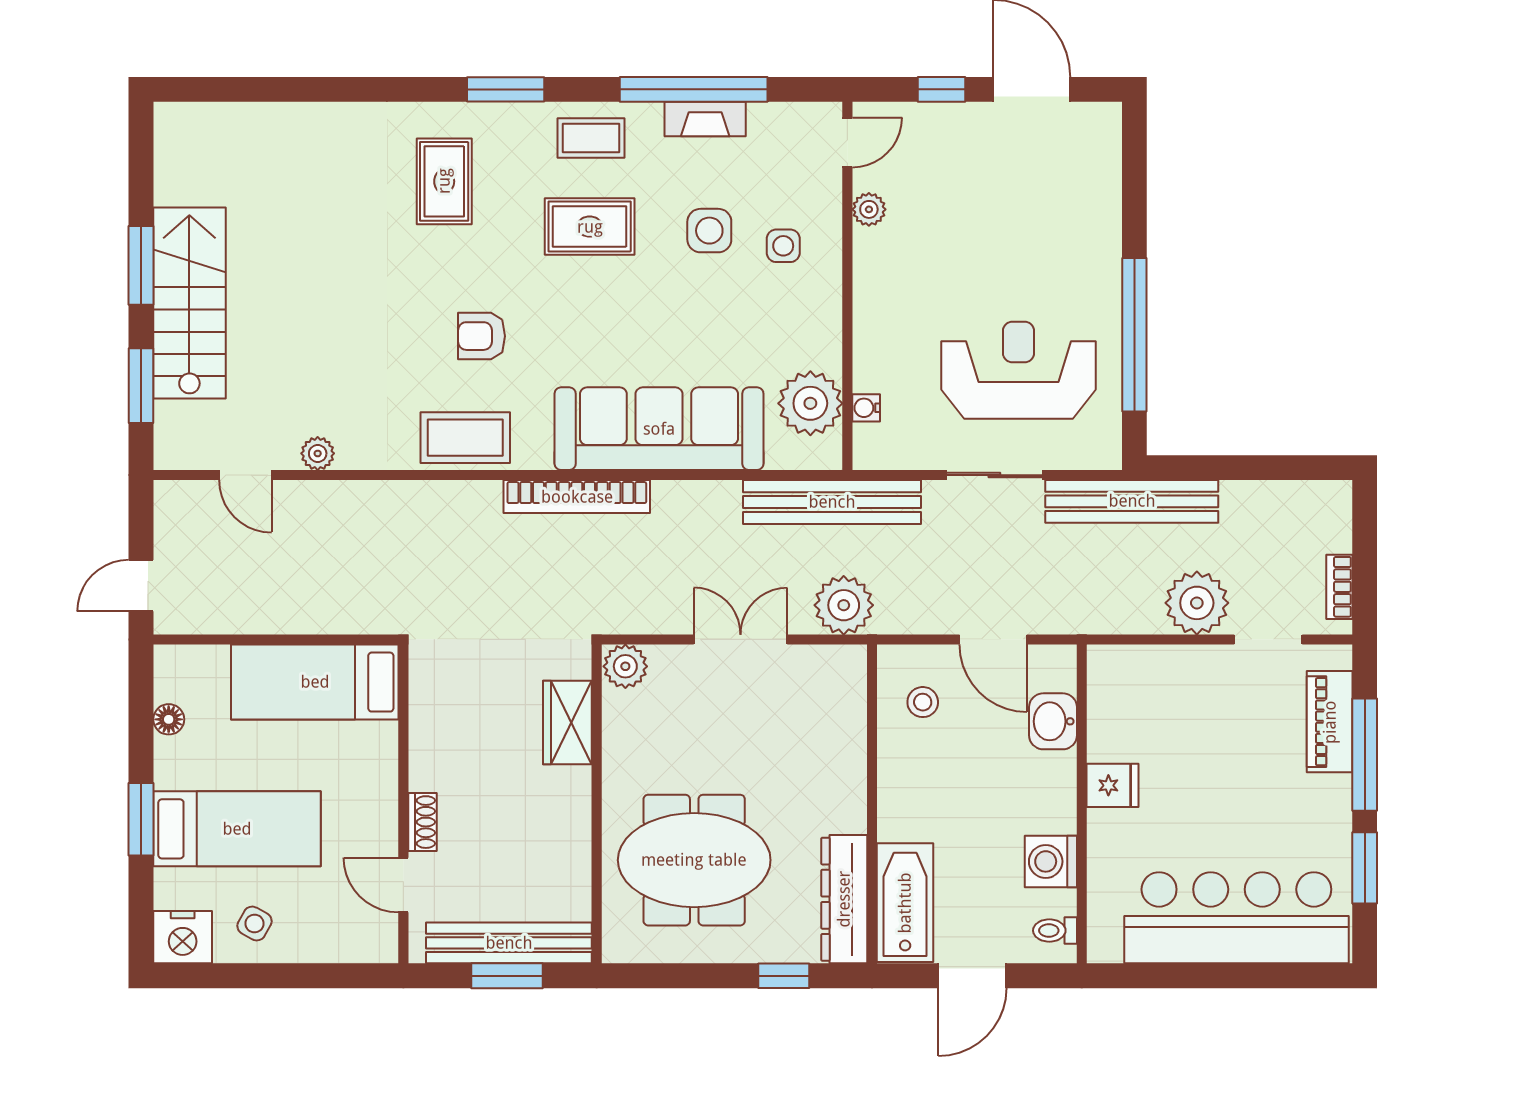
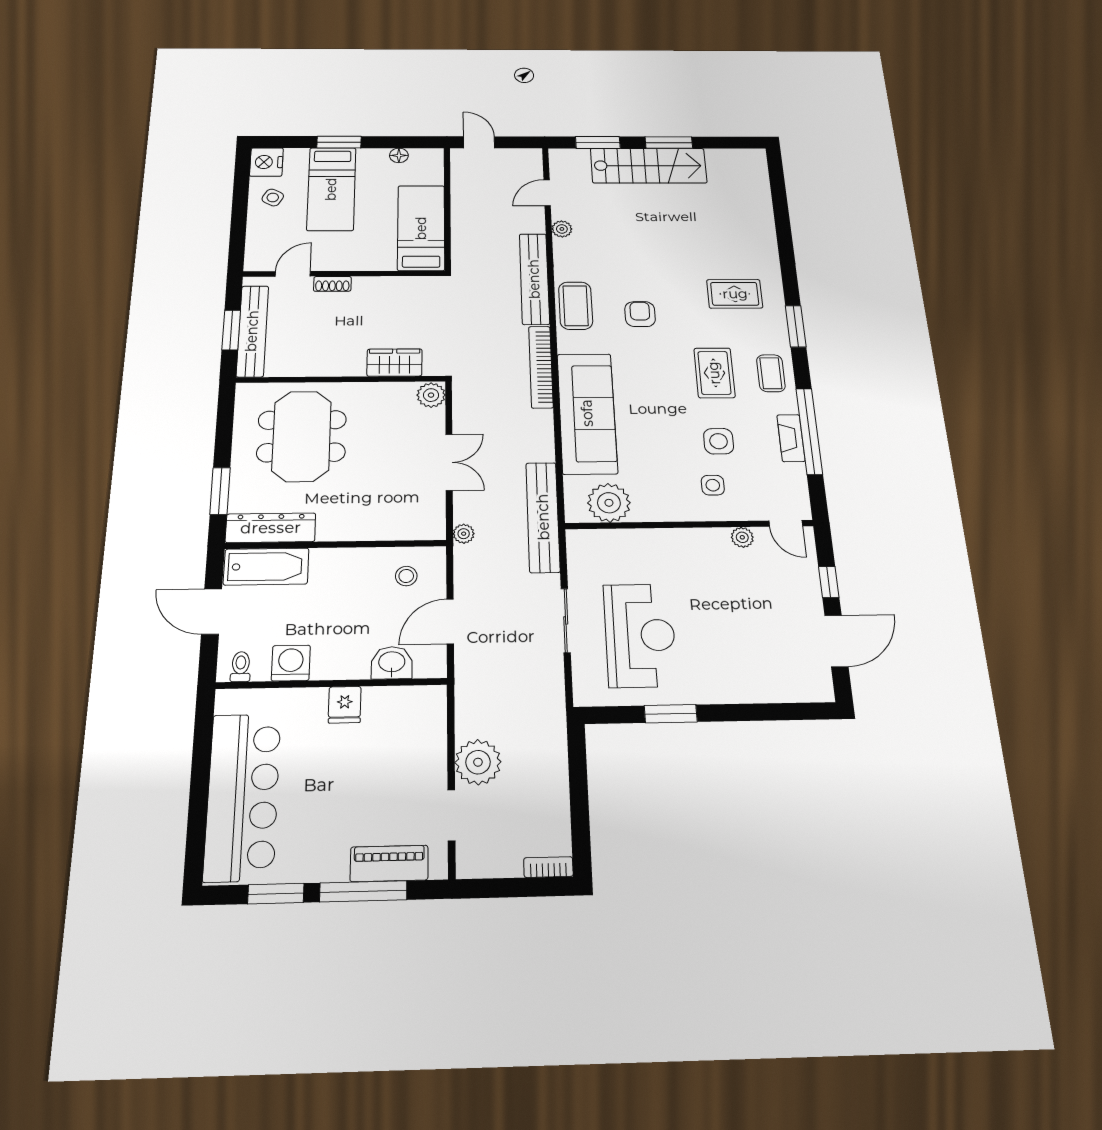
window: (1134, 335) -> (671, 714), width x0.47
water cooler: (866, 408) -> (608, 537), removed
bench: (1132, 501) -> (534, 279), moved
bookcase: (1339, 587) -> (548, 867), moved
plant: (844, 605) -> (464, 534), width x0.53, depth x0.53
window: (784, 976) -> (220, 491), width x1.50

